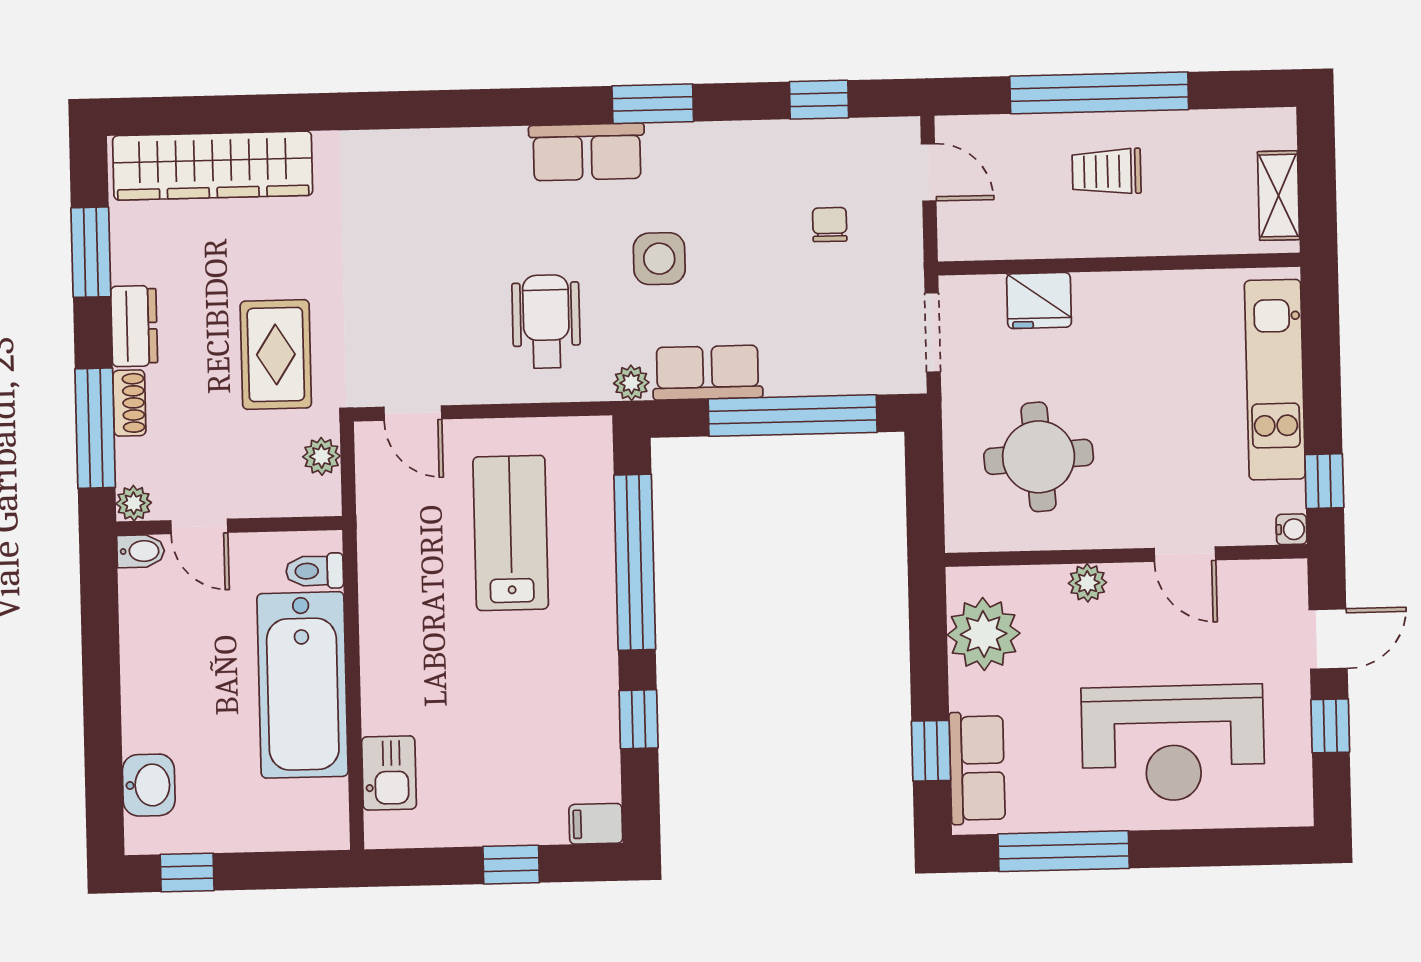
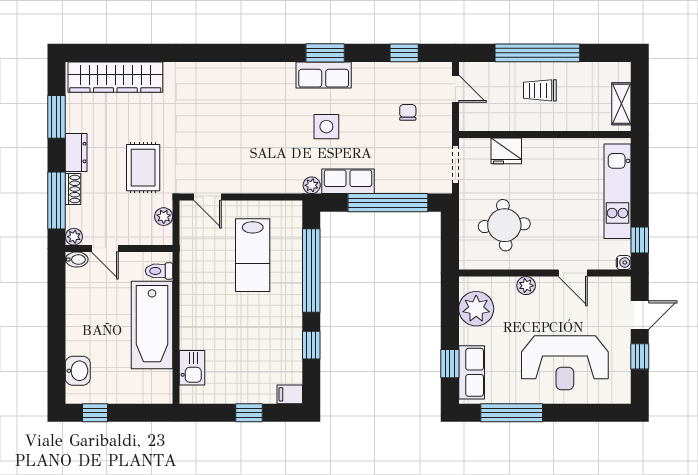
row of seats: (587, 152) -> (324, 75), moved
wheelchair: (546, 322) -> (272, 155), removed
lab bench: (511, 533) -> (253, 255), turned 180

